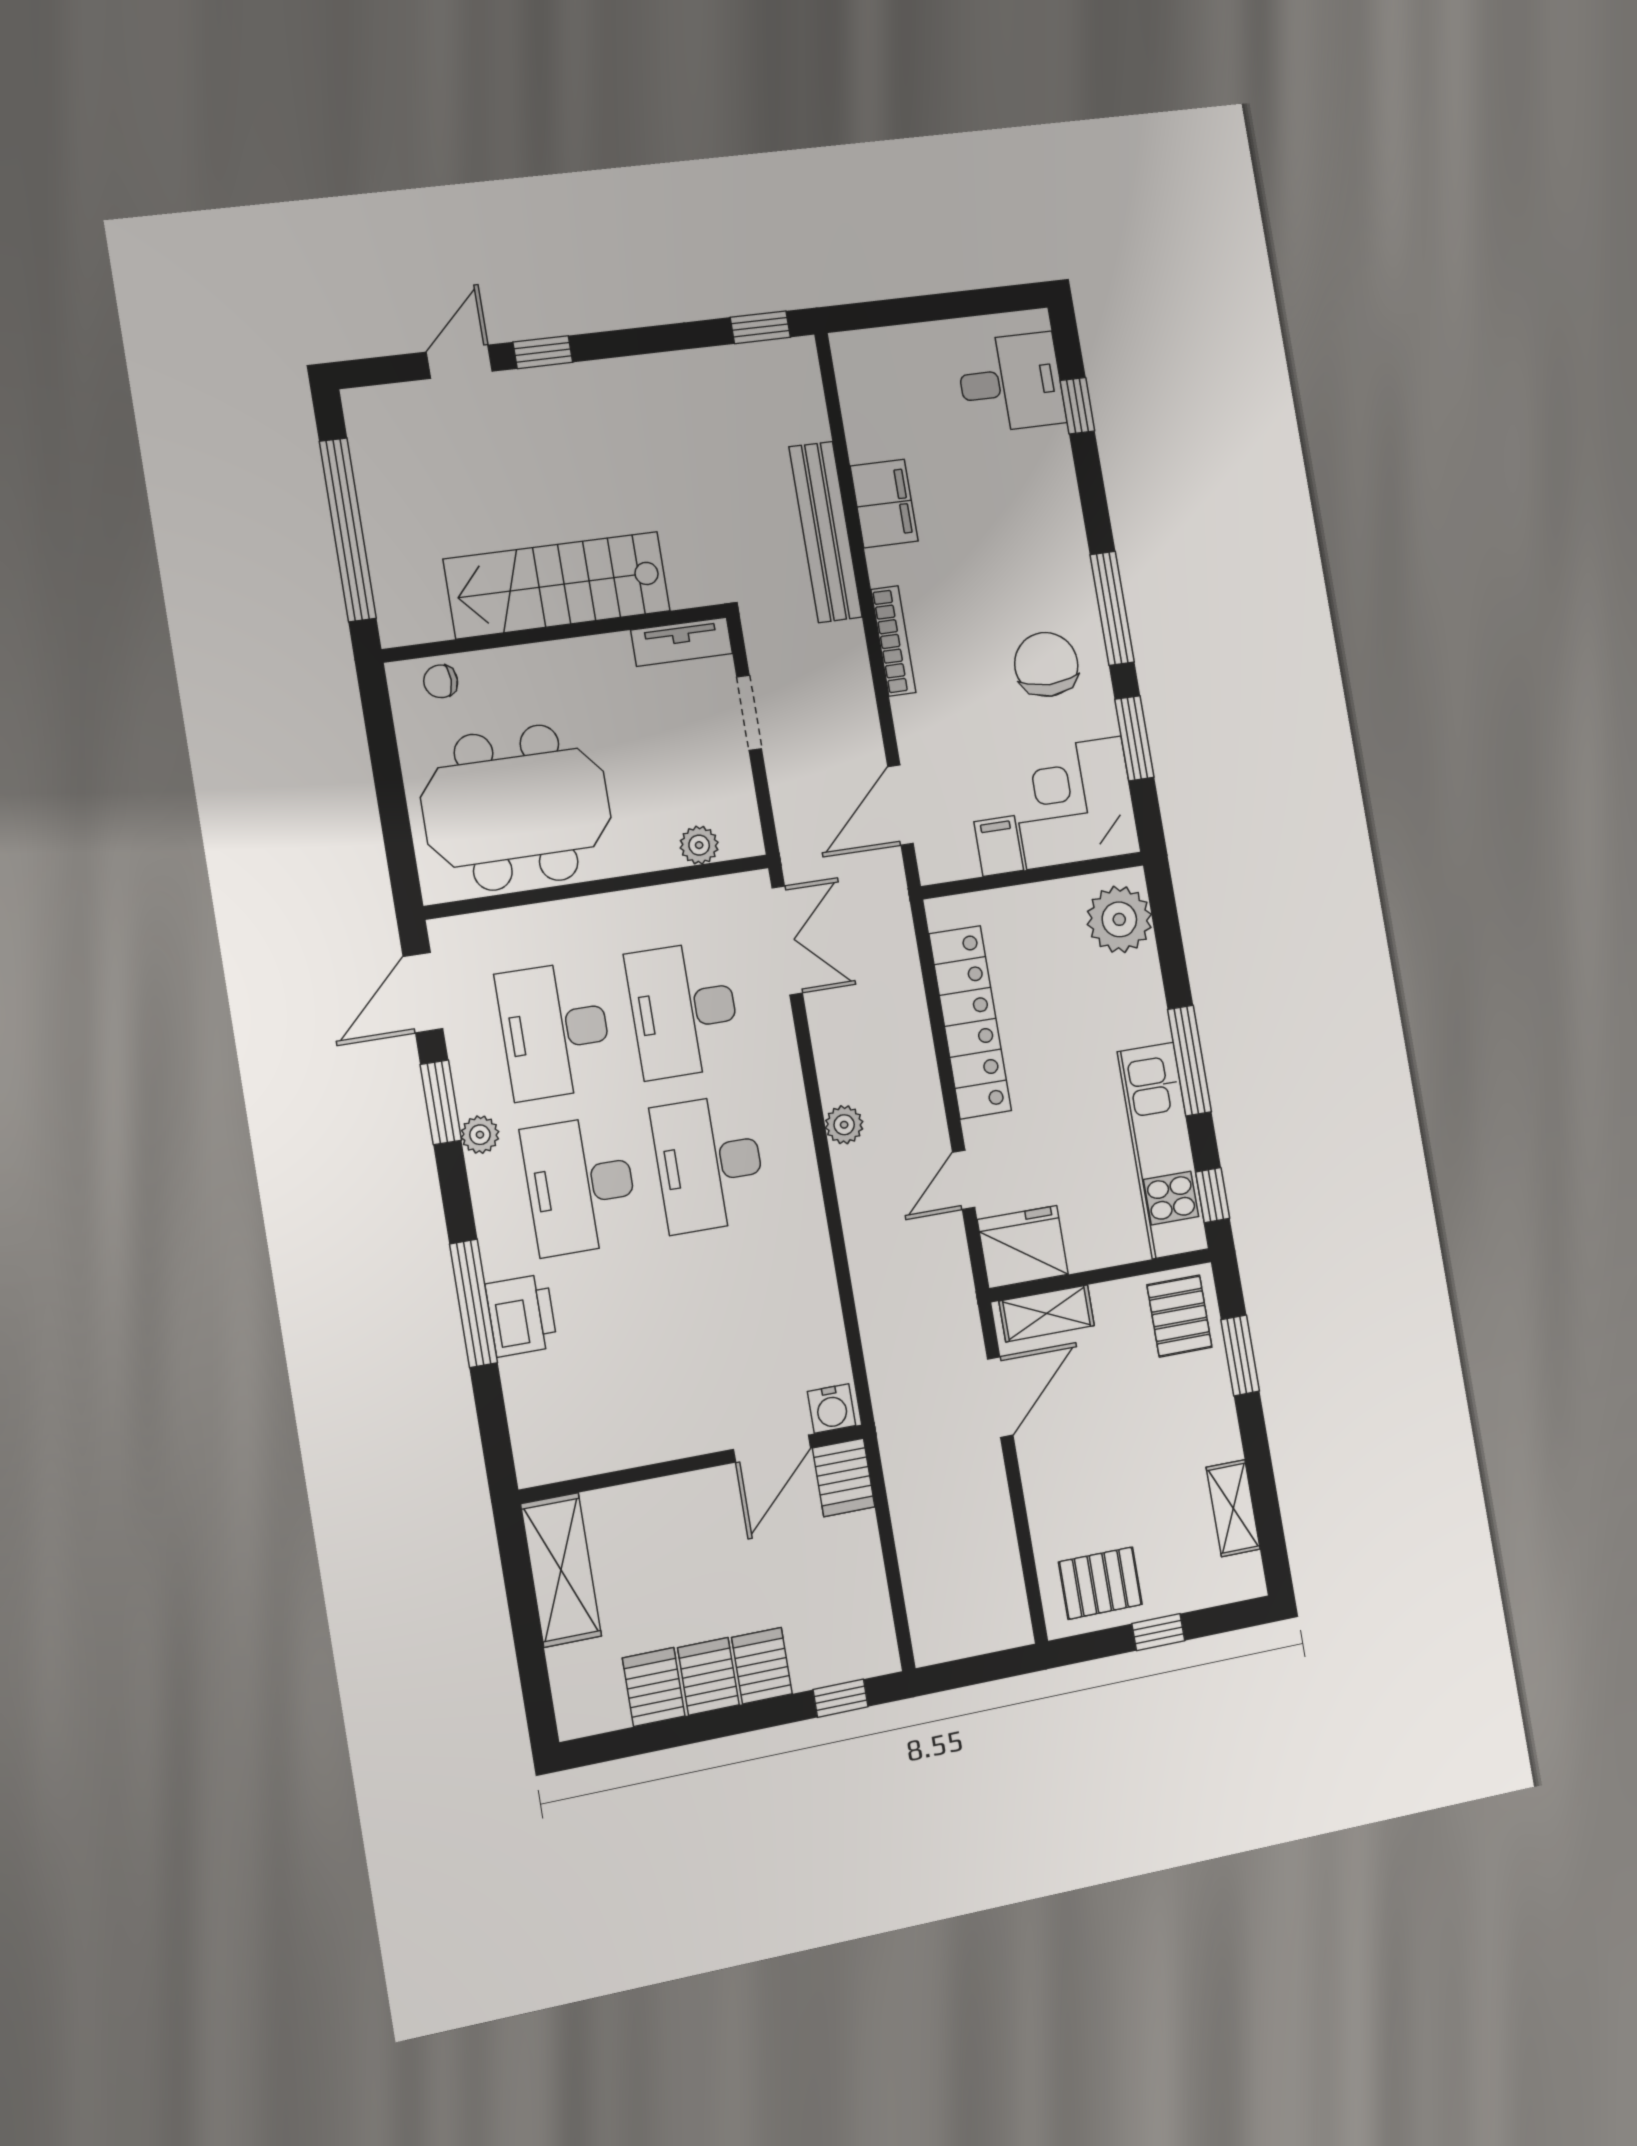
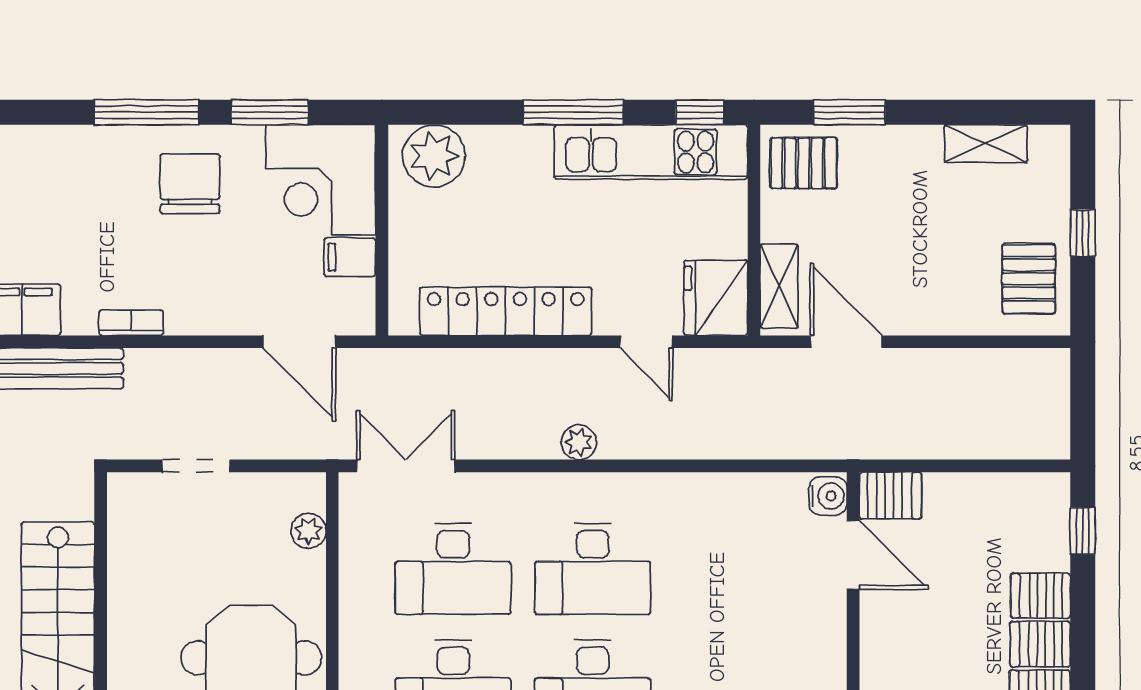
bookcase: (893, 641) -> (131, 323), width x0.64
tv unit: (682, 642) -> (124, 516), removed
chair: (1046, 664) -> (190, 184), turned 90

